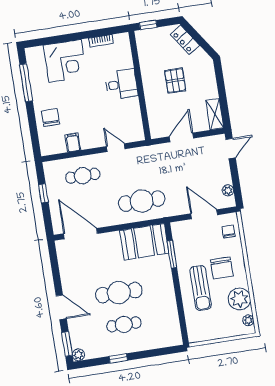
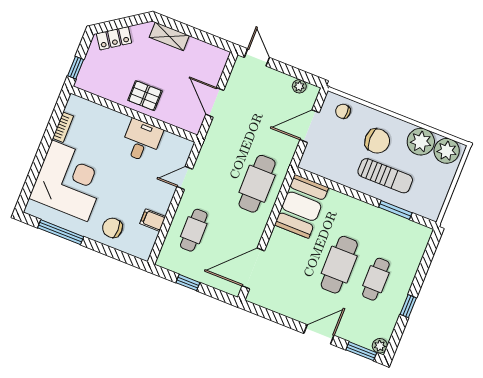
corner desk: (65, 61) -> (70, 181), width x1.36, depth x1.36
pallet: (175, 81) -> (145, 96), moved
desk: (121, 84) -> (142, 141), moved
shelving: (215, 114) -> (169, 36), moved
window: (172, 254) -> (395, 210), moved
plant: (248, 320) -> (447, 151), width x1.87, depth x1.87

